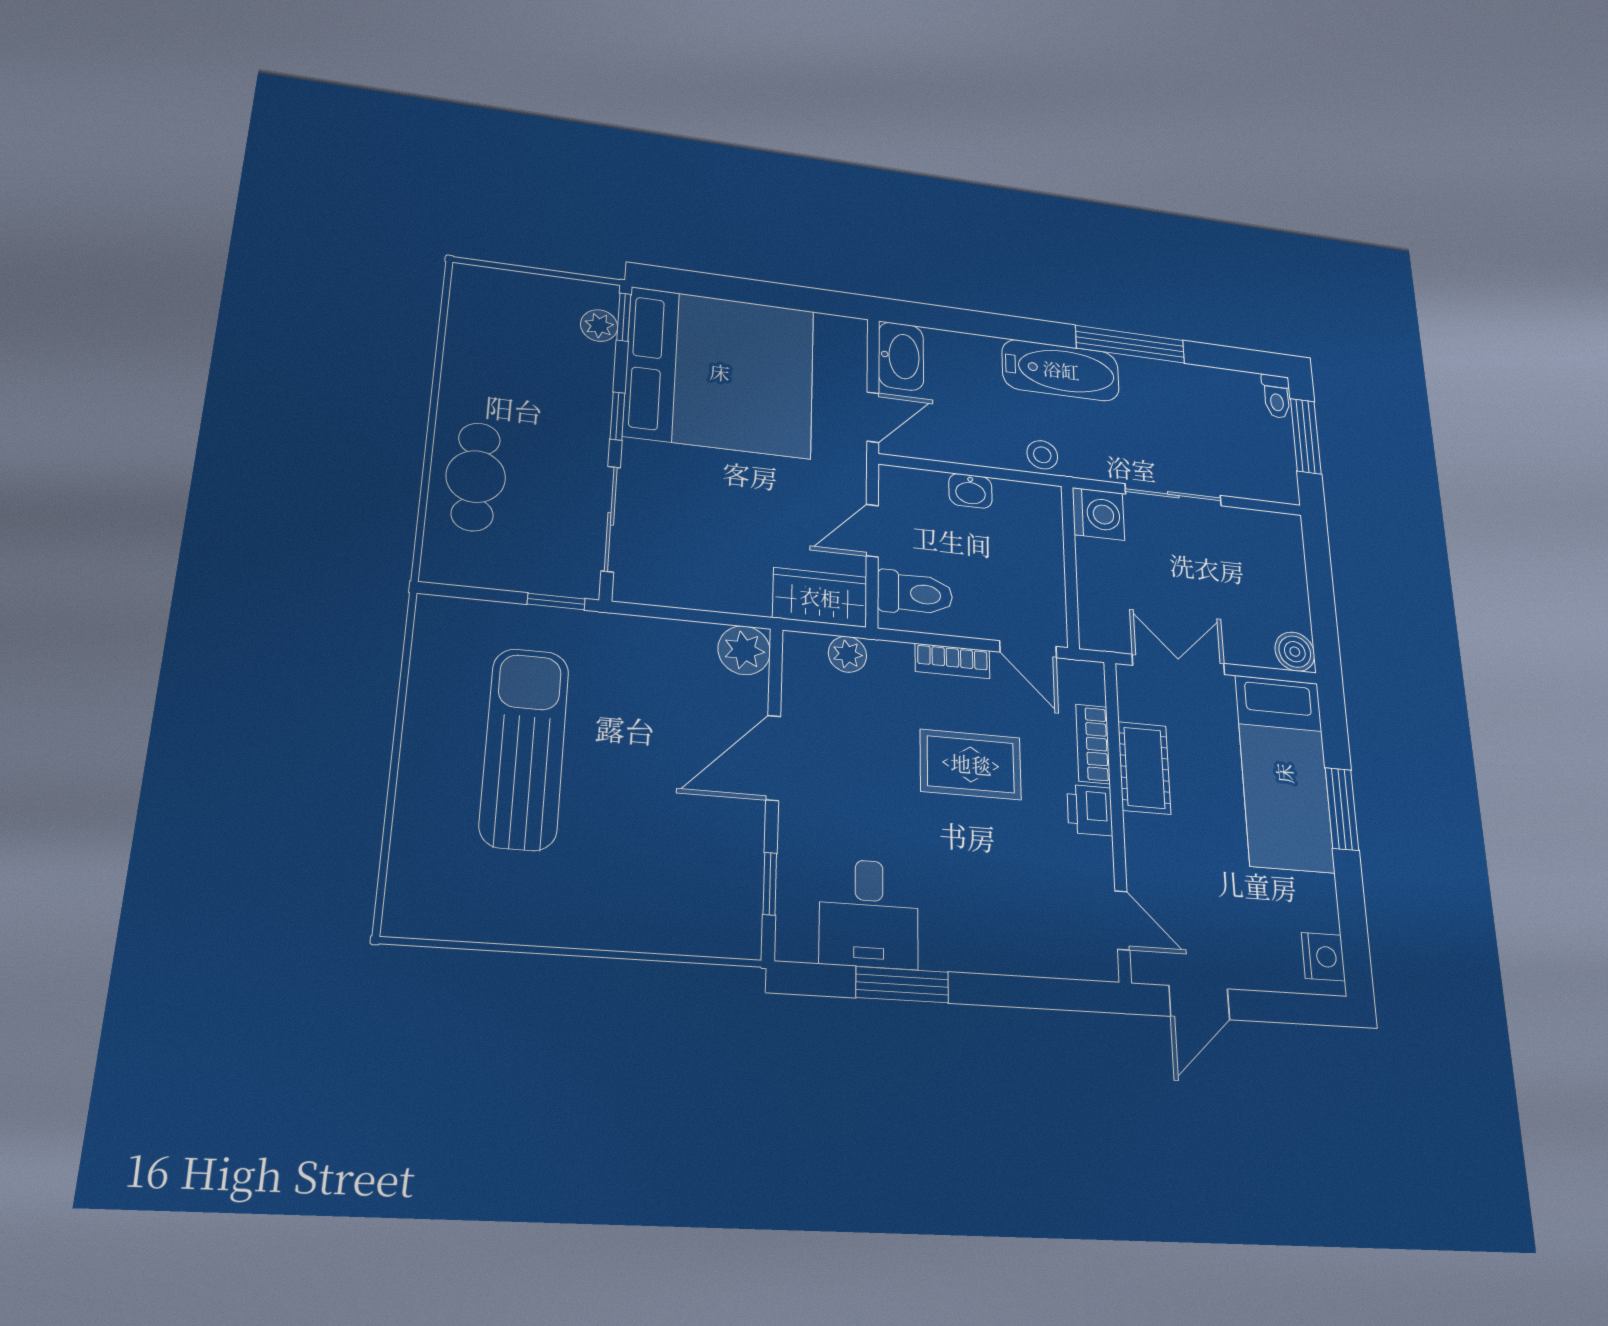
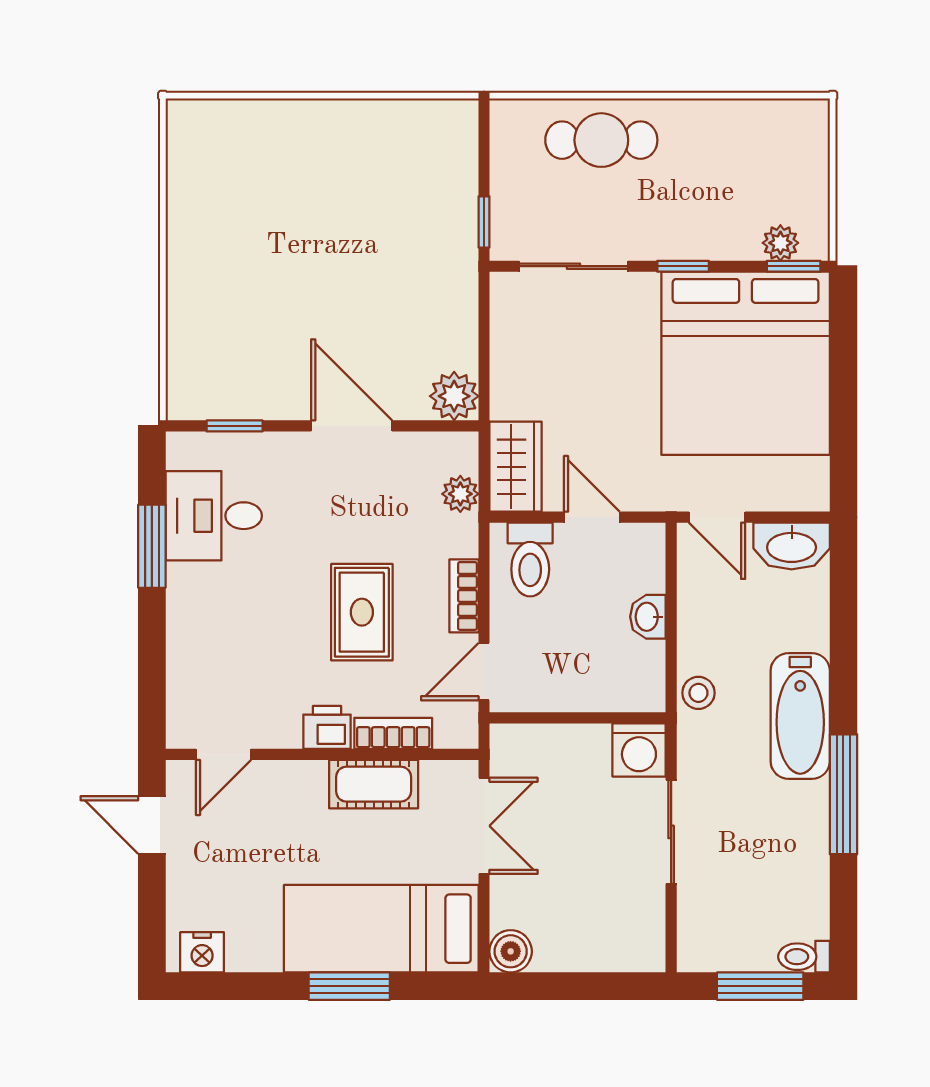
sun lounger: (525, 748) -> (341, 204), removed

